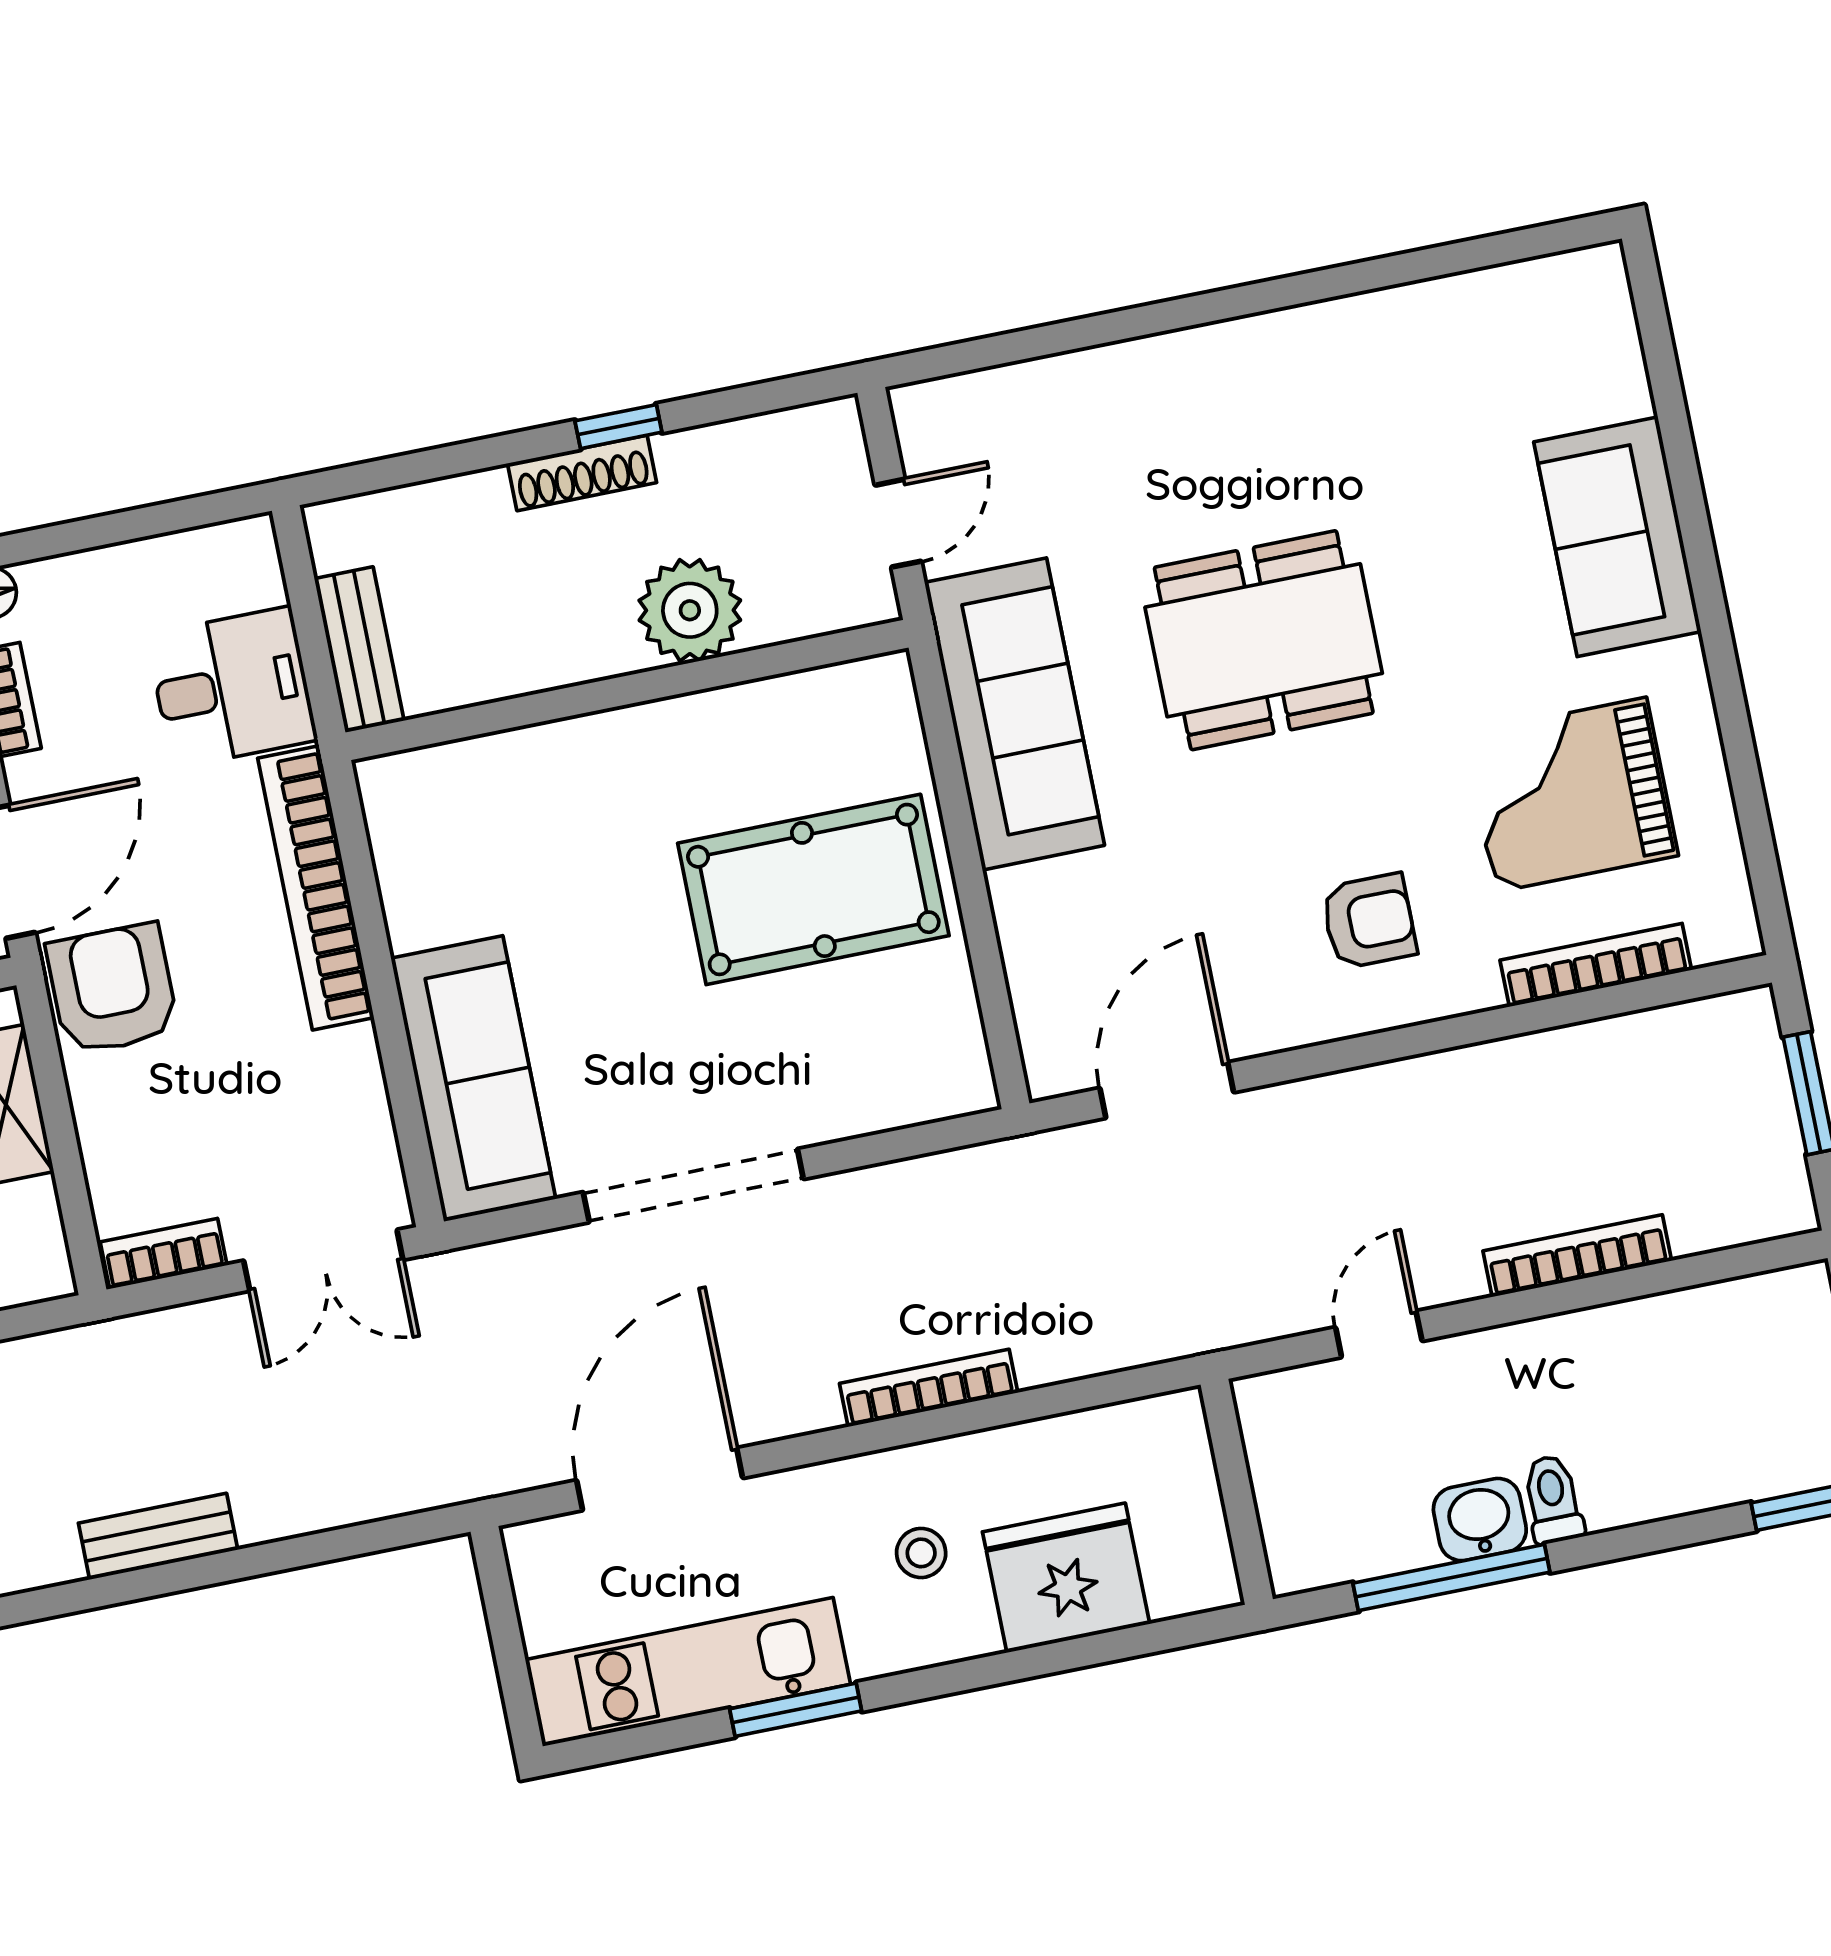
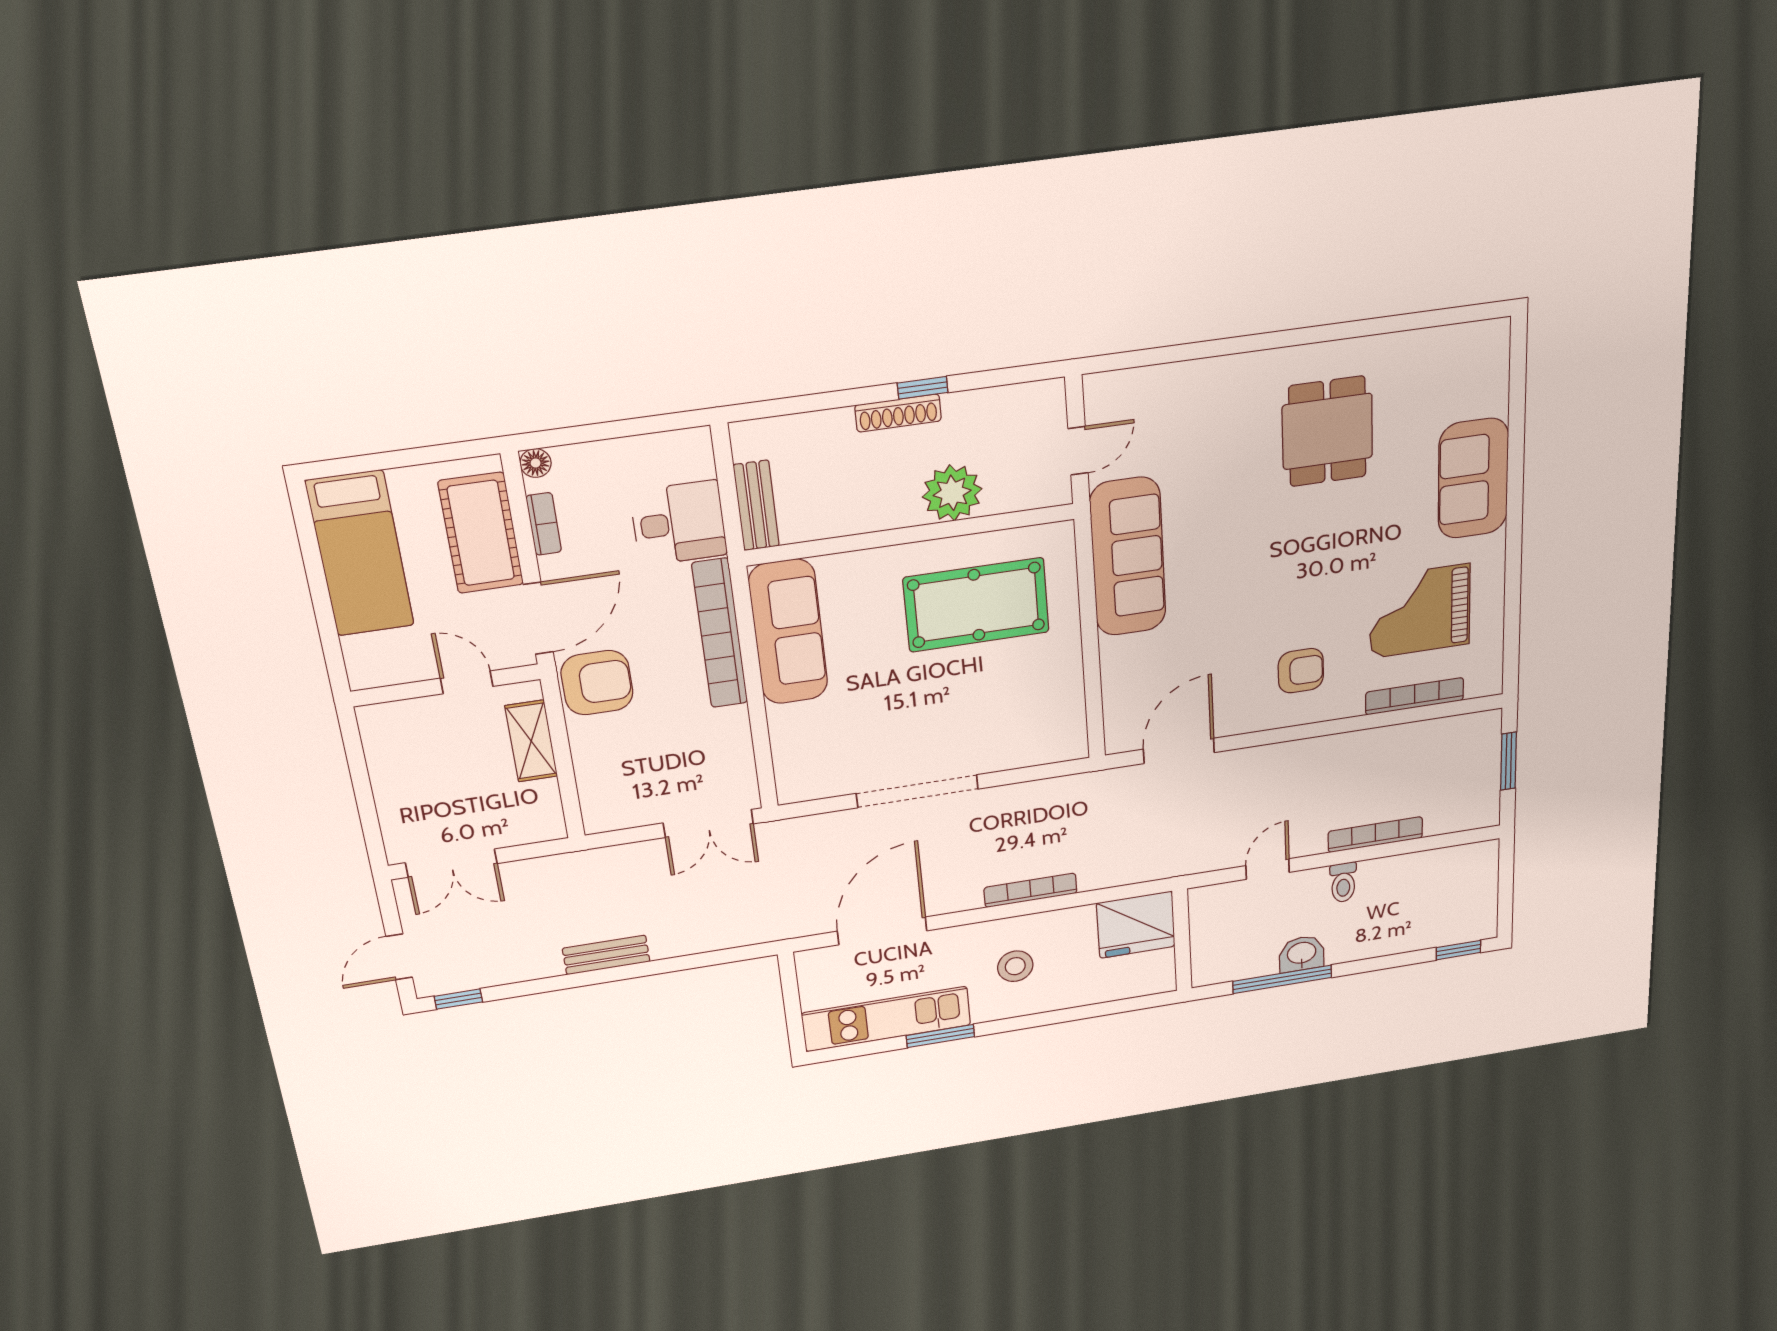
dining table: (1264, 640) -> (1327, 431), moved, width x0.73
pool table: (813, 889) -> (976, 605), moved
armchair: (112, 989) -> (597, 683), turned 90
sofa: (473, 1079) -> (788, 632), moved
bookcase: (164, 1254) -> (618, 818), removed
toilet: (1553, 1499) -> (1343, 882), moved, turned 180
stool: (921, 1553) -> (1015, 966), width x1.37, depth x1.37
fridge: (1066, 1578) -> (1136, 925), moved, turned 180

